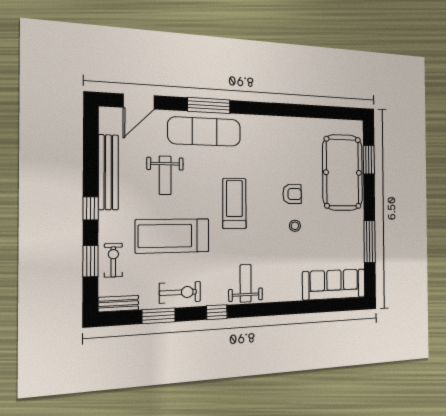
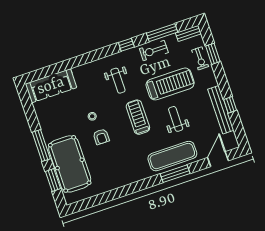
weight bench: (165, 175) -> (176, 119), moved
armchair: (292, 194) -> (101, 137), turned -90
treadmill: (234, 204) -> (138, 117), turned 180
window: (91, 208) -> (230, 105), moved
window: (370, 242) -> (41, 145), moved
weight bench: (246, 283) -> (118, 81), moved
window: (159, 316) -> (162, 33), width x1.44

